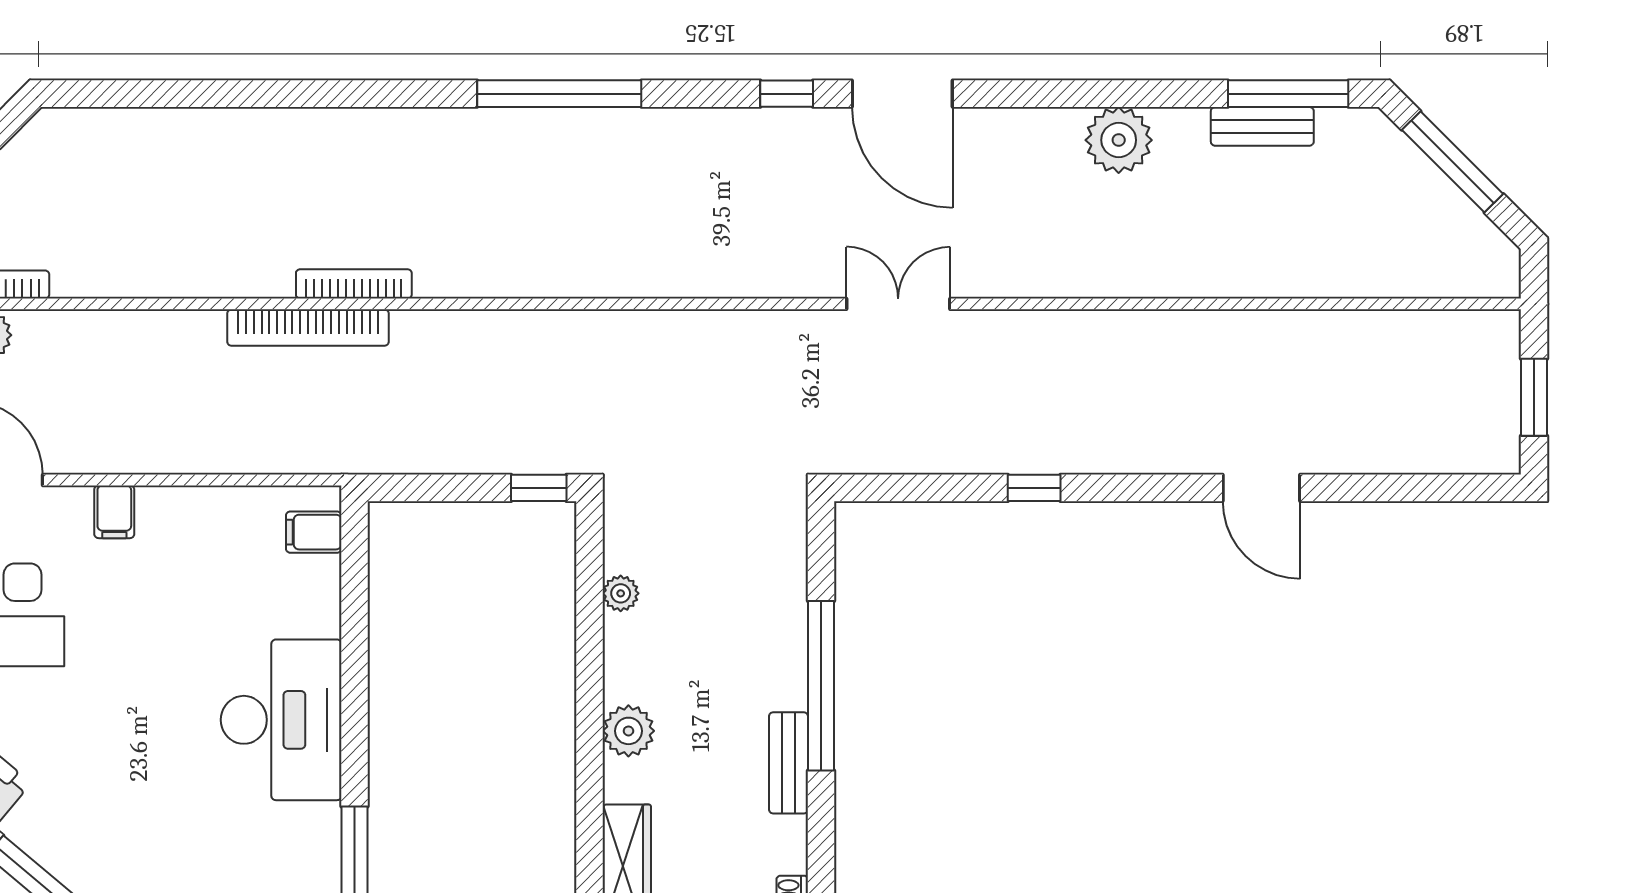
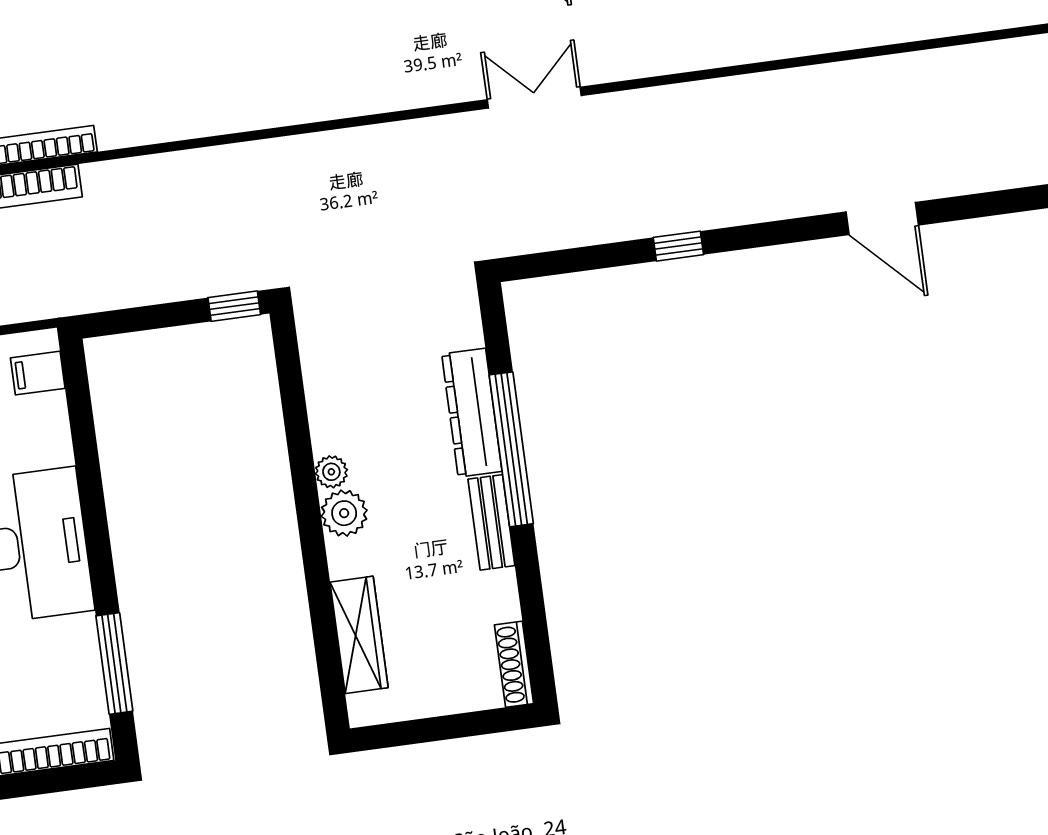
plant: (621, 593) -> (331, 472), moved
dresser: (783, 640) -> (472, 413), added

